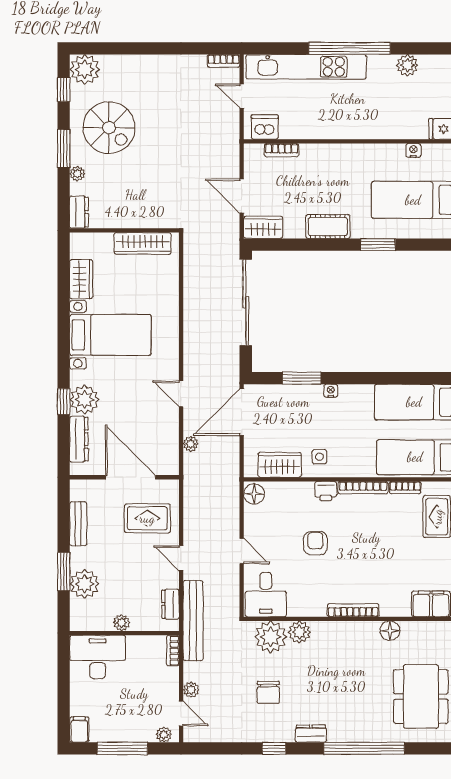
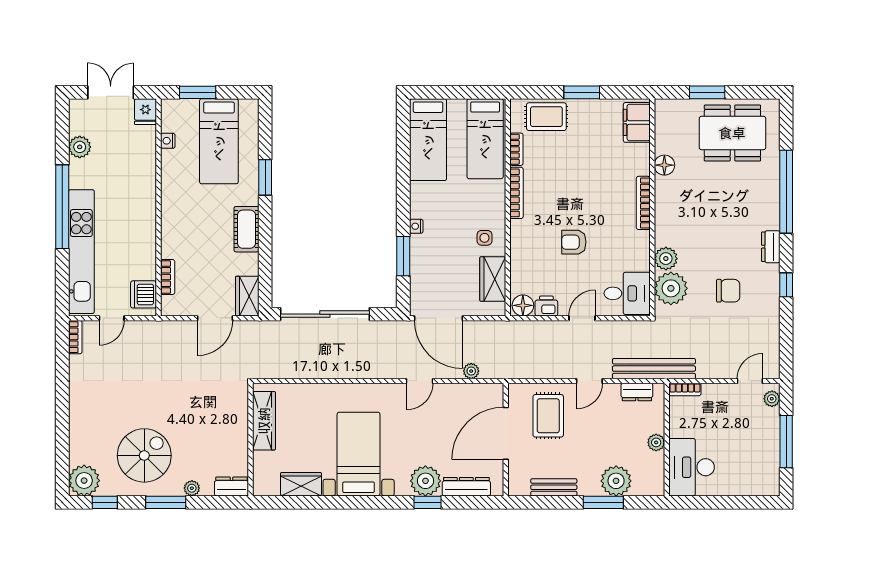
printer: (326, 491) -> (546, 306), moved, turned -90
plant: (191, 690) -> (725, 371), removed
filing cabinet: (79, 730) -> (767, 486), removed

